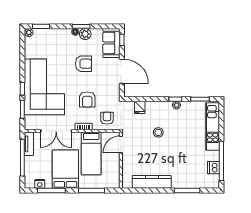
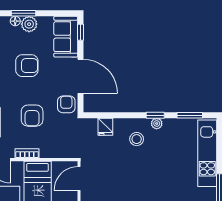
armchair: (107, 118) -> (66, 104), moved
stool: (158, 132) -> (137, 139), moved

